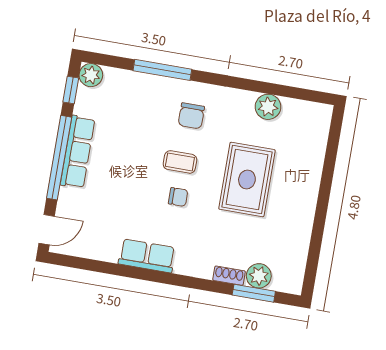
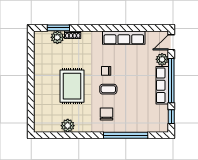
window: (162, 70) -> (126, 135), width x1.46
plant: (91, 75) -> (162, 59), moved
row of seats: (147, 256) -> (124, 38), width x1.48

